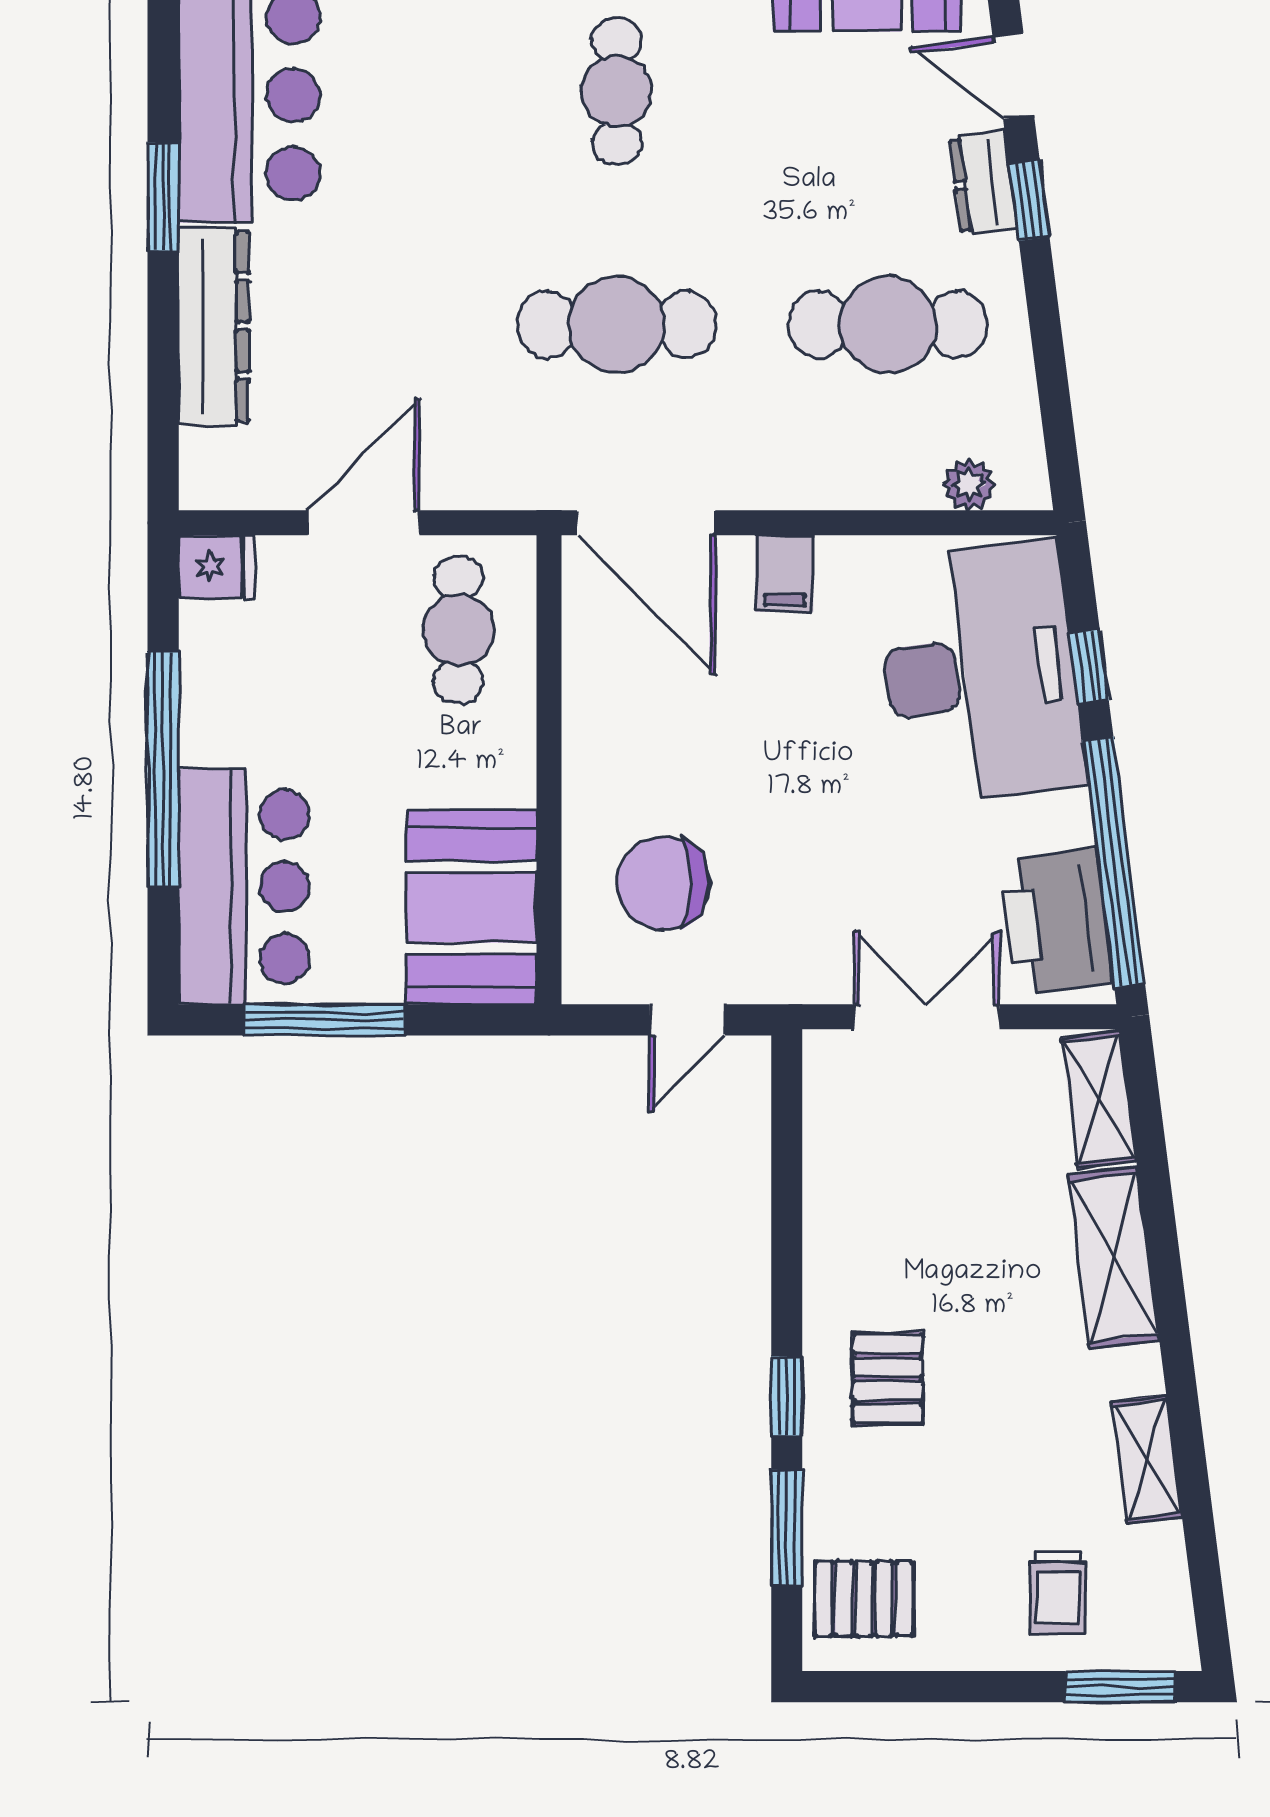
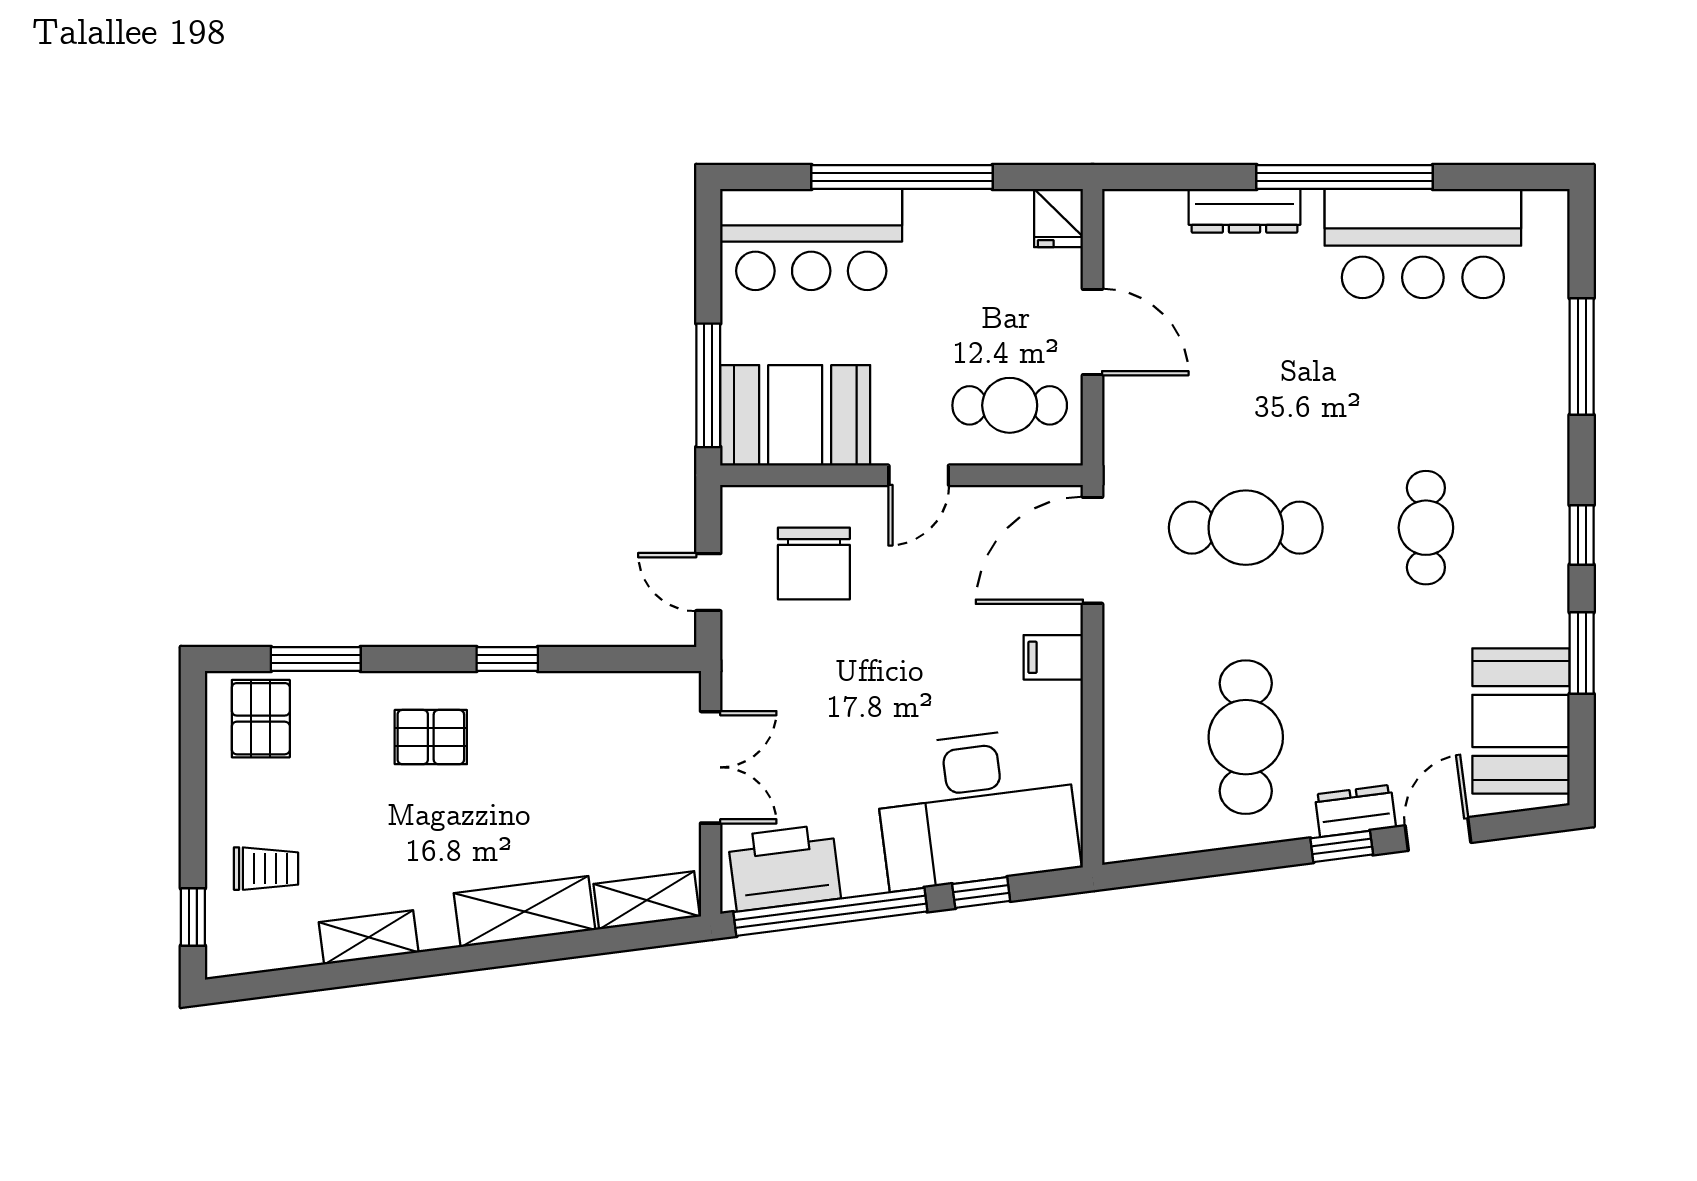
cafe table: (617, 91) -> (1426, 528), turned 90
window: (163, 197) -> (1345, 177), width x2.11
cafe table: (617, 325) -> (1246, 528), turned 90
dresser: (214, 326) -> (1245, 211), width x0.73, depth x0.80
plant: (969, 485) -> (1122, 800), removed
door: (549, 748) -> (919, 475), added
chair: (663, 883) -> (814, 563), turned 180
window: (325, 1020) -> (708, 385), moved
window: (787, 1396) -> (507, 659), moved
trolley: (1058, 1592) -> (266, 869), turned 180
window: (1121, 1687) -> (193, 917), width x0.67

